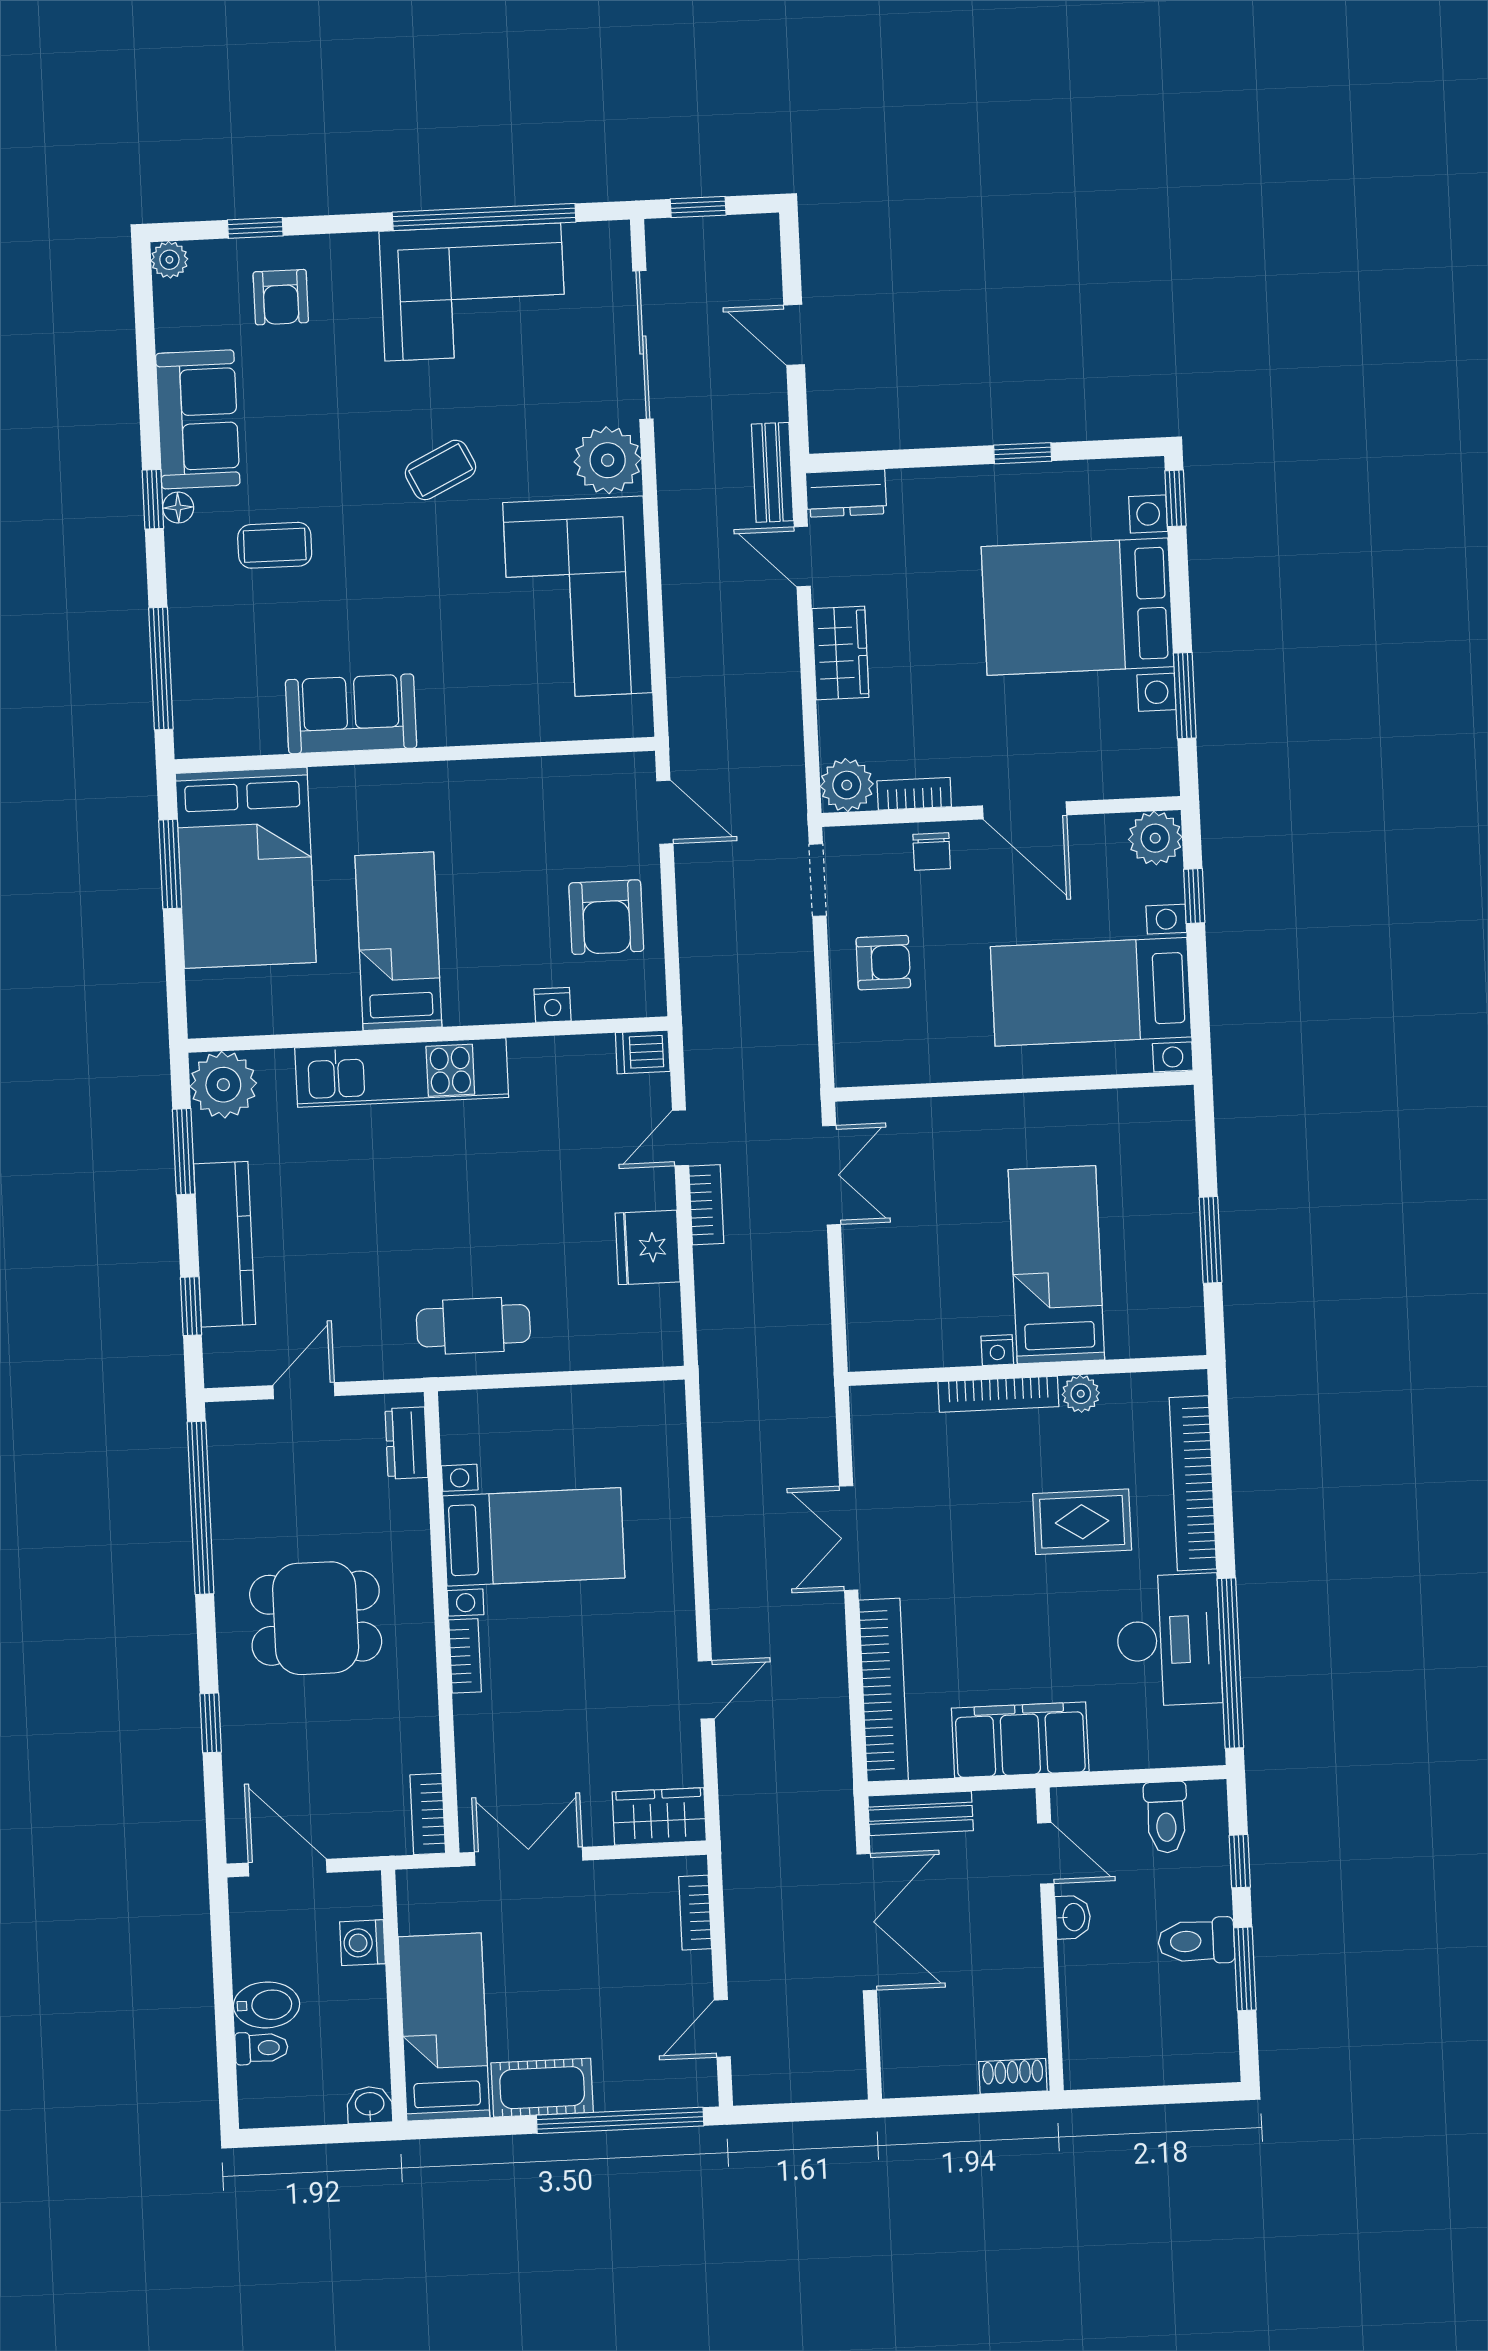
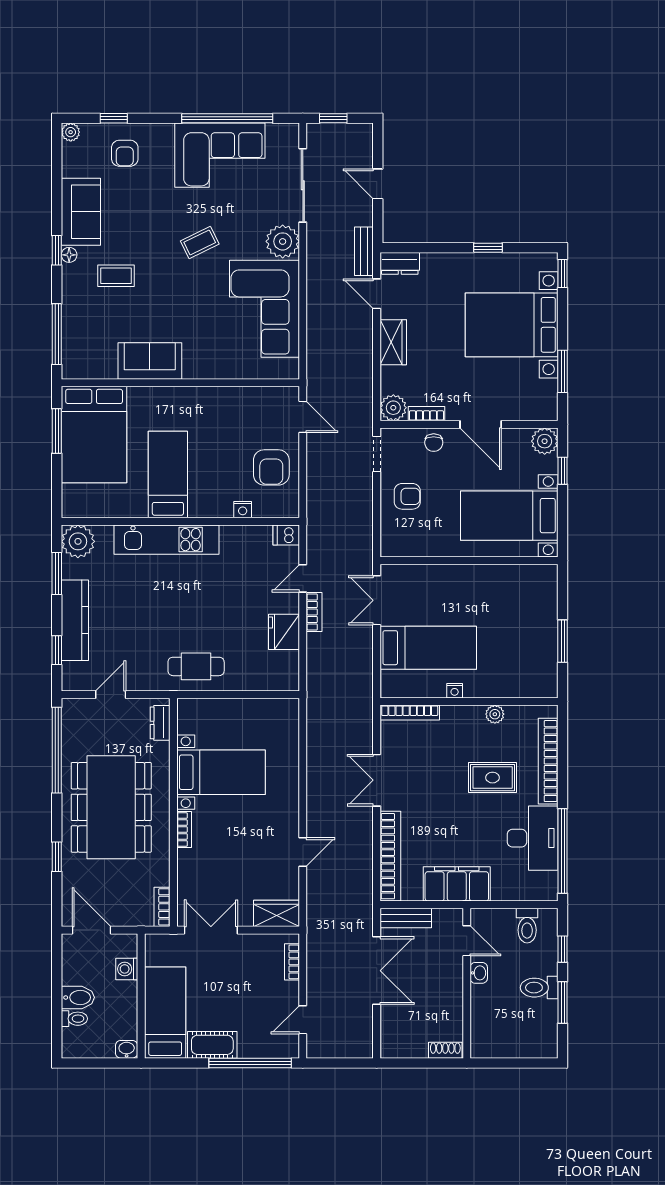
double door: (831, 1175) -> (377, 600), swing flipped
bed: (1056, 1265) -> (428, 648), moved, turned 90
bookcase: (998, 1394) -> (410, 713), moved
dining table: (316, 1618) -> (111, 807), width x1.88, depth x1.24

